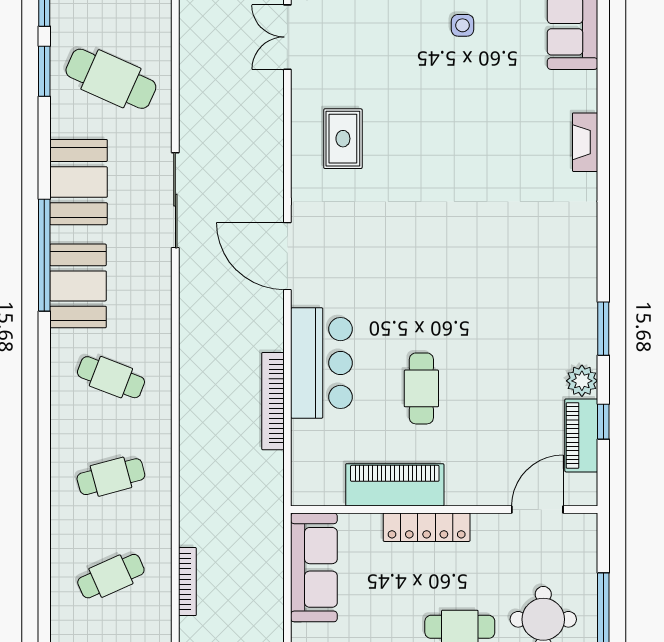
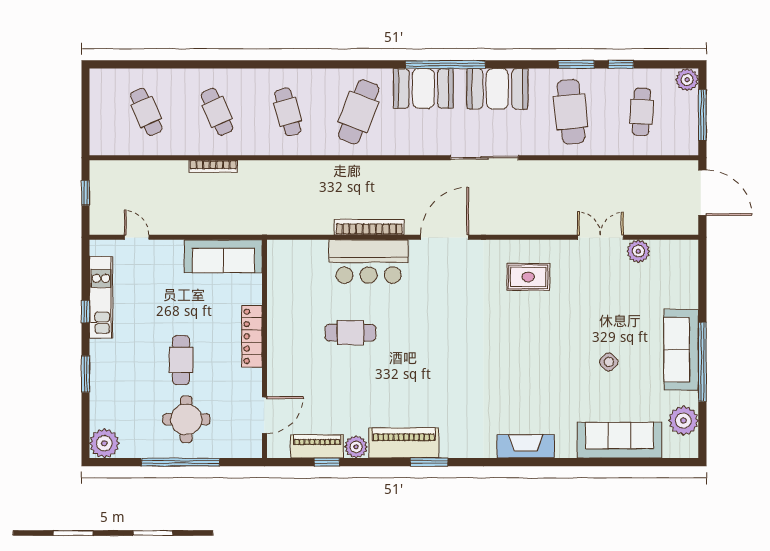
side table: (463, 25) -> (609, 362), turned 45
cafe table: (111, 79) -> (571, 112), turned -30
fireplace: (585, 142) -> (526, 446), width x1.37, depth x1.32
window: (603, 329) -> (429, 462), moved
cafe table: (111, 377) -> (359, 112), width x1.37, depth x1.35
bookcase: (273, 401) -> (369, 227), moved
piano: (395, 485) -> (404, 443), moved, turned -90
door: (537, 509) -> (264, 415), hinge flipped

